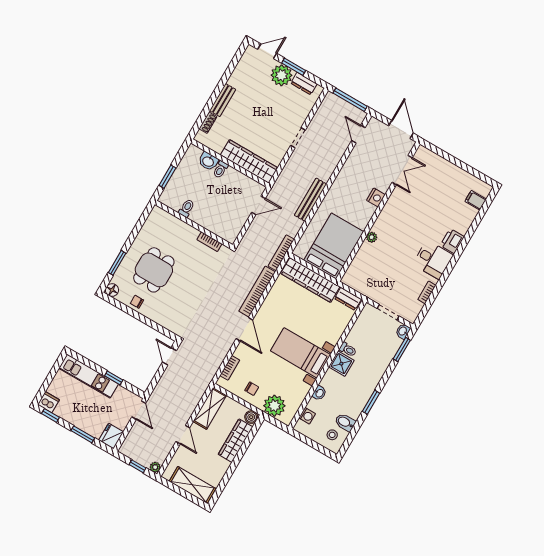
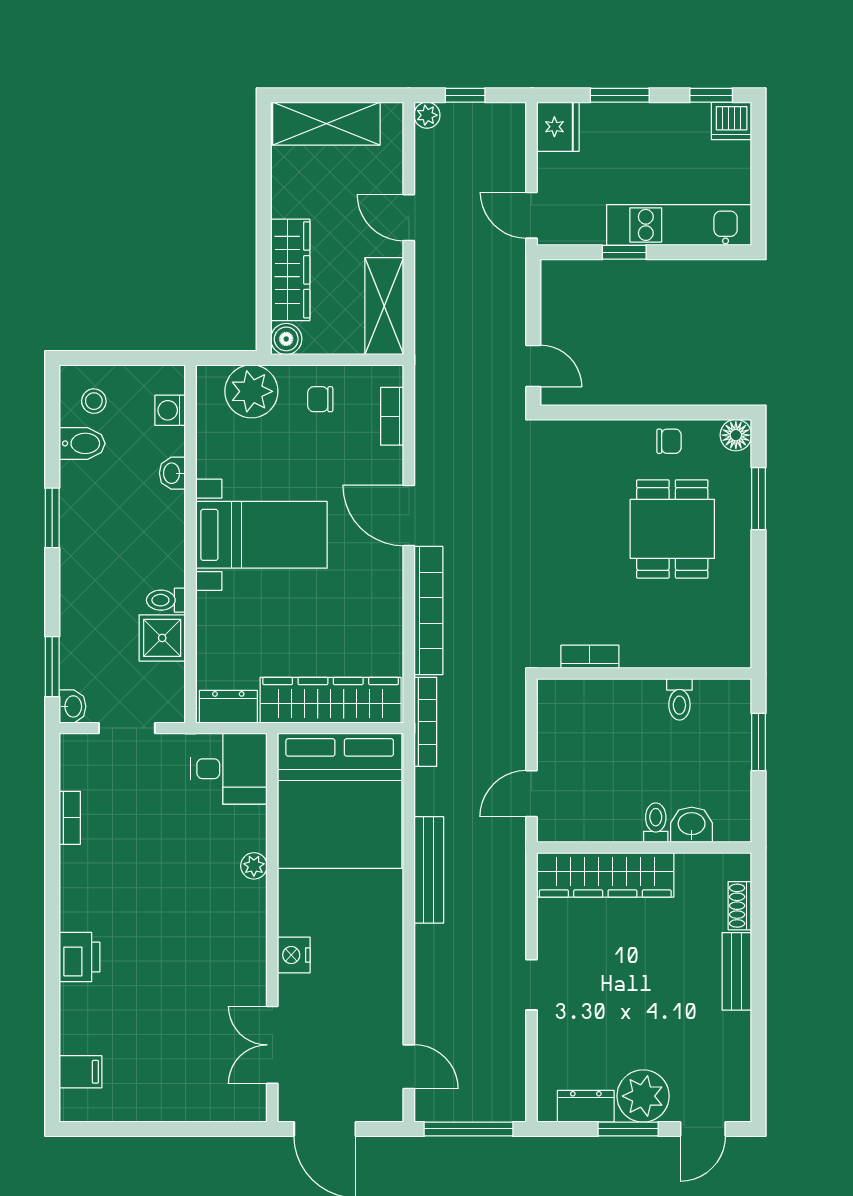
bed: (334, 246) -> (340, 801), width x1.36
desk: (433, 260) -> (229, 769), moved, turned 180
shower: (341, 364) -> (162, 638), moved

